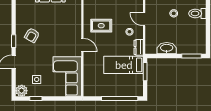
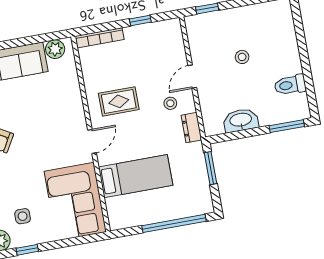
toilet: (197, 13) -> (290, 85), moved
door: (144, 19) -> (192, 77), hinge flipped
door: (82, 45) -> (92, 141), hinge flipped
bed: (124, 65) -> (136, 176), moved, turned 180

